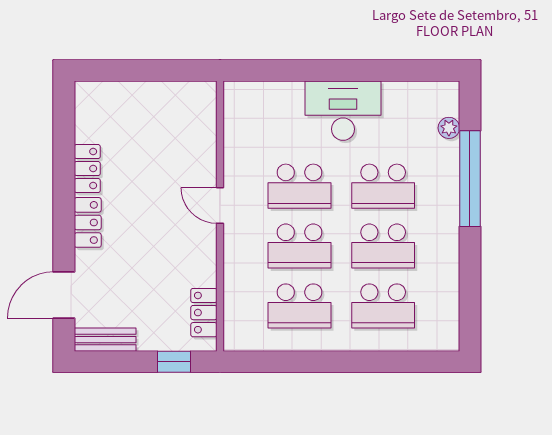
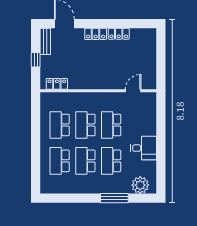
desk: (343, 111) -> (144, 148), width x0.73
plant: (449, 128) -> (140, 185), width x1.87, depth x1.87
window: (470, 179) -> (114, 198), width x0.68
door: (220, 206) -> (133, 91), moved
window: (174, 362) -> (36, 60), moved

